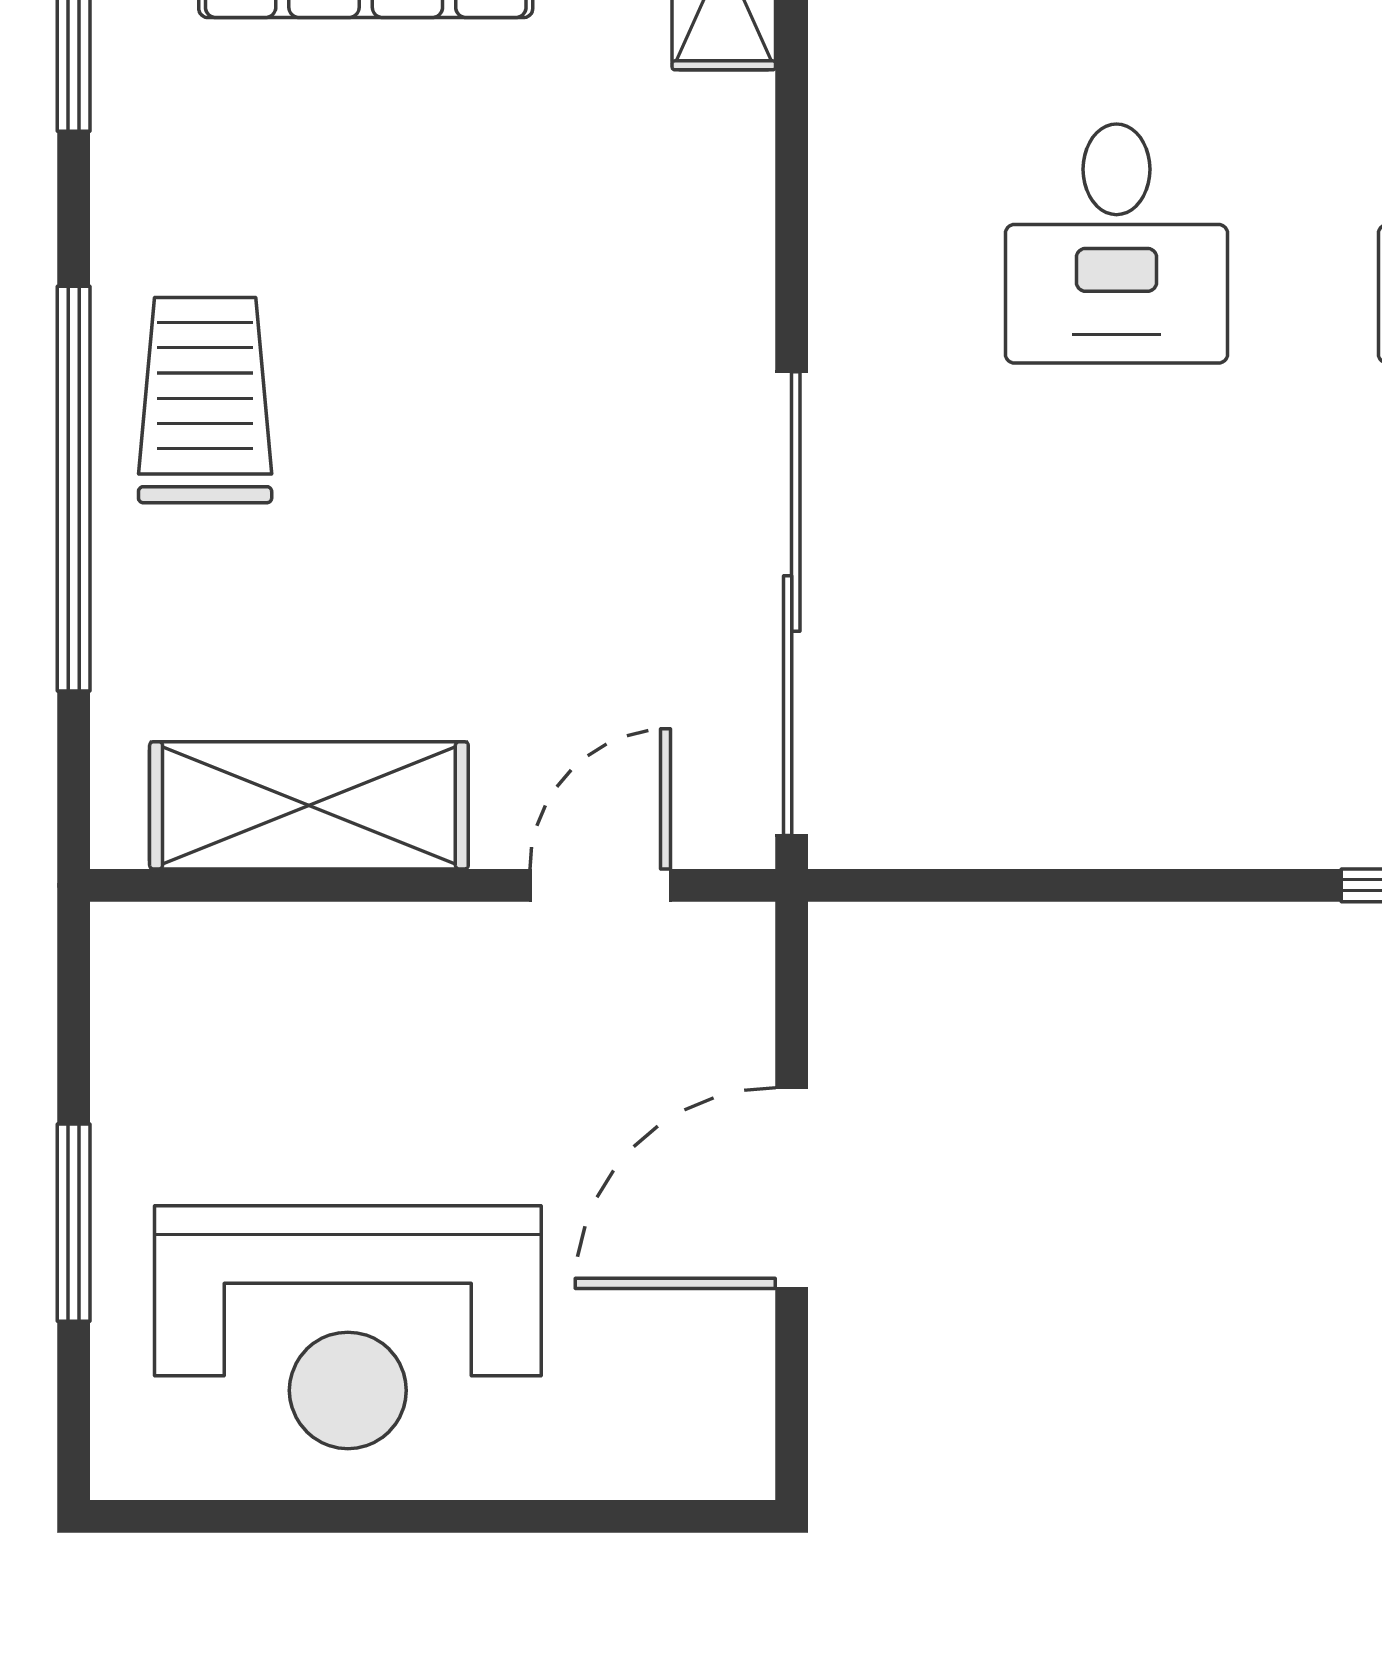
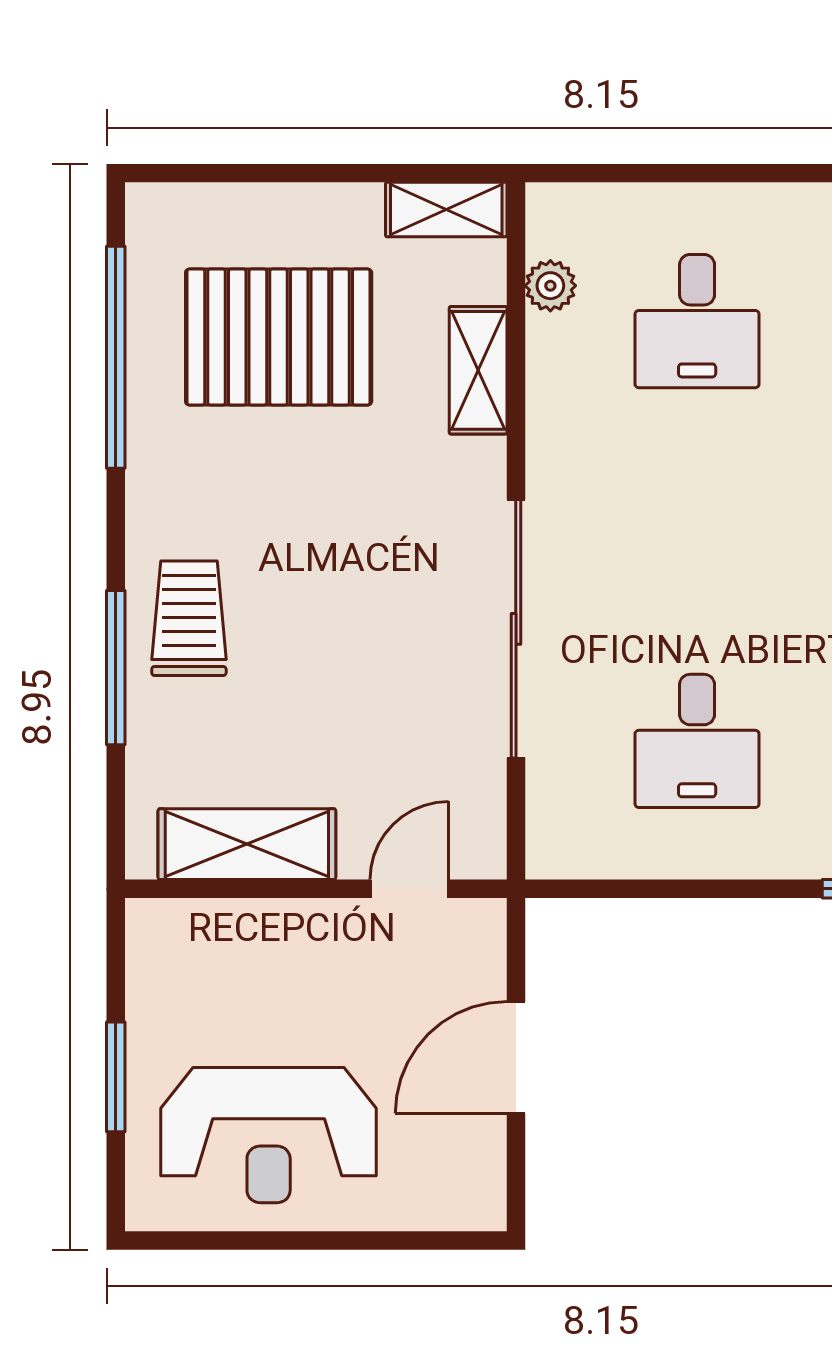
desk: (1116, 244) -> (697, 741), moved
window: (74, 489) -> (116, 668), width x0.68
sliding door: (792, 604) -> (516, 629), moved

